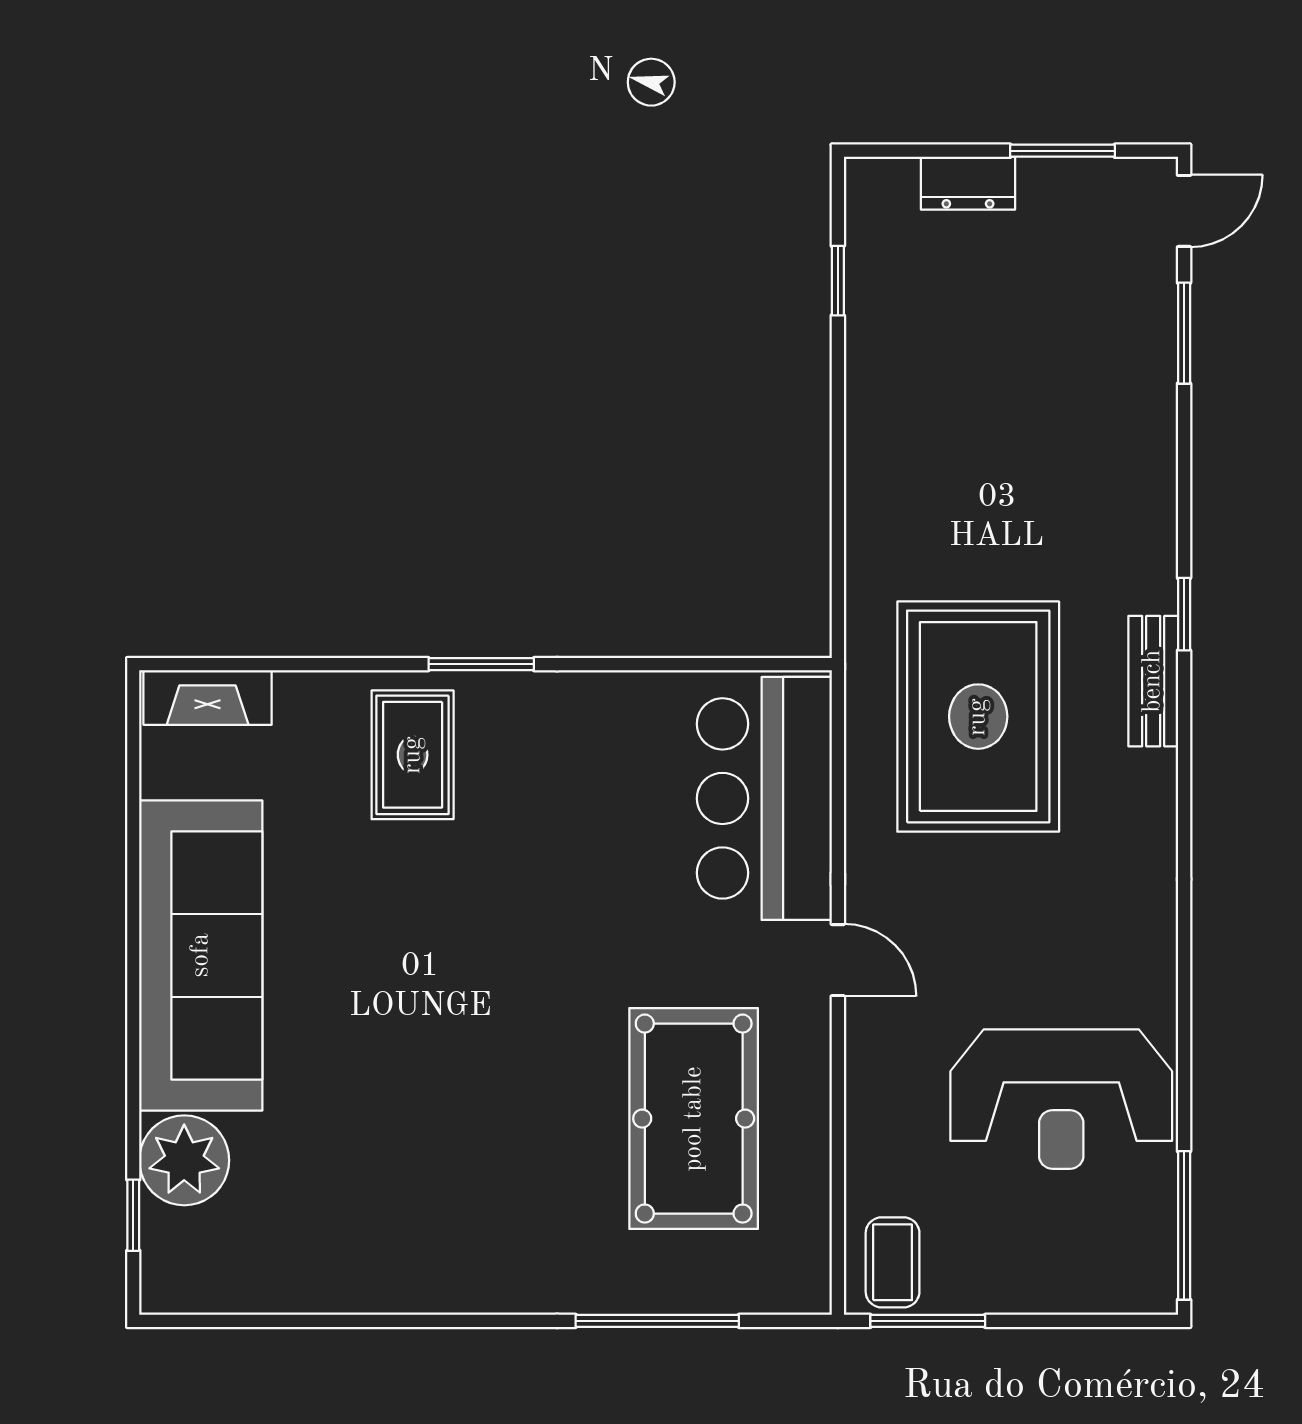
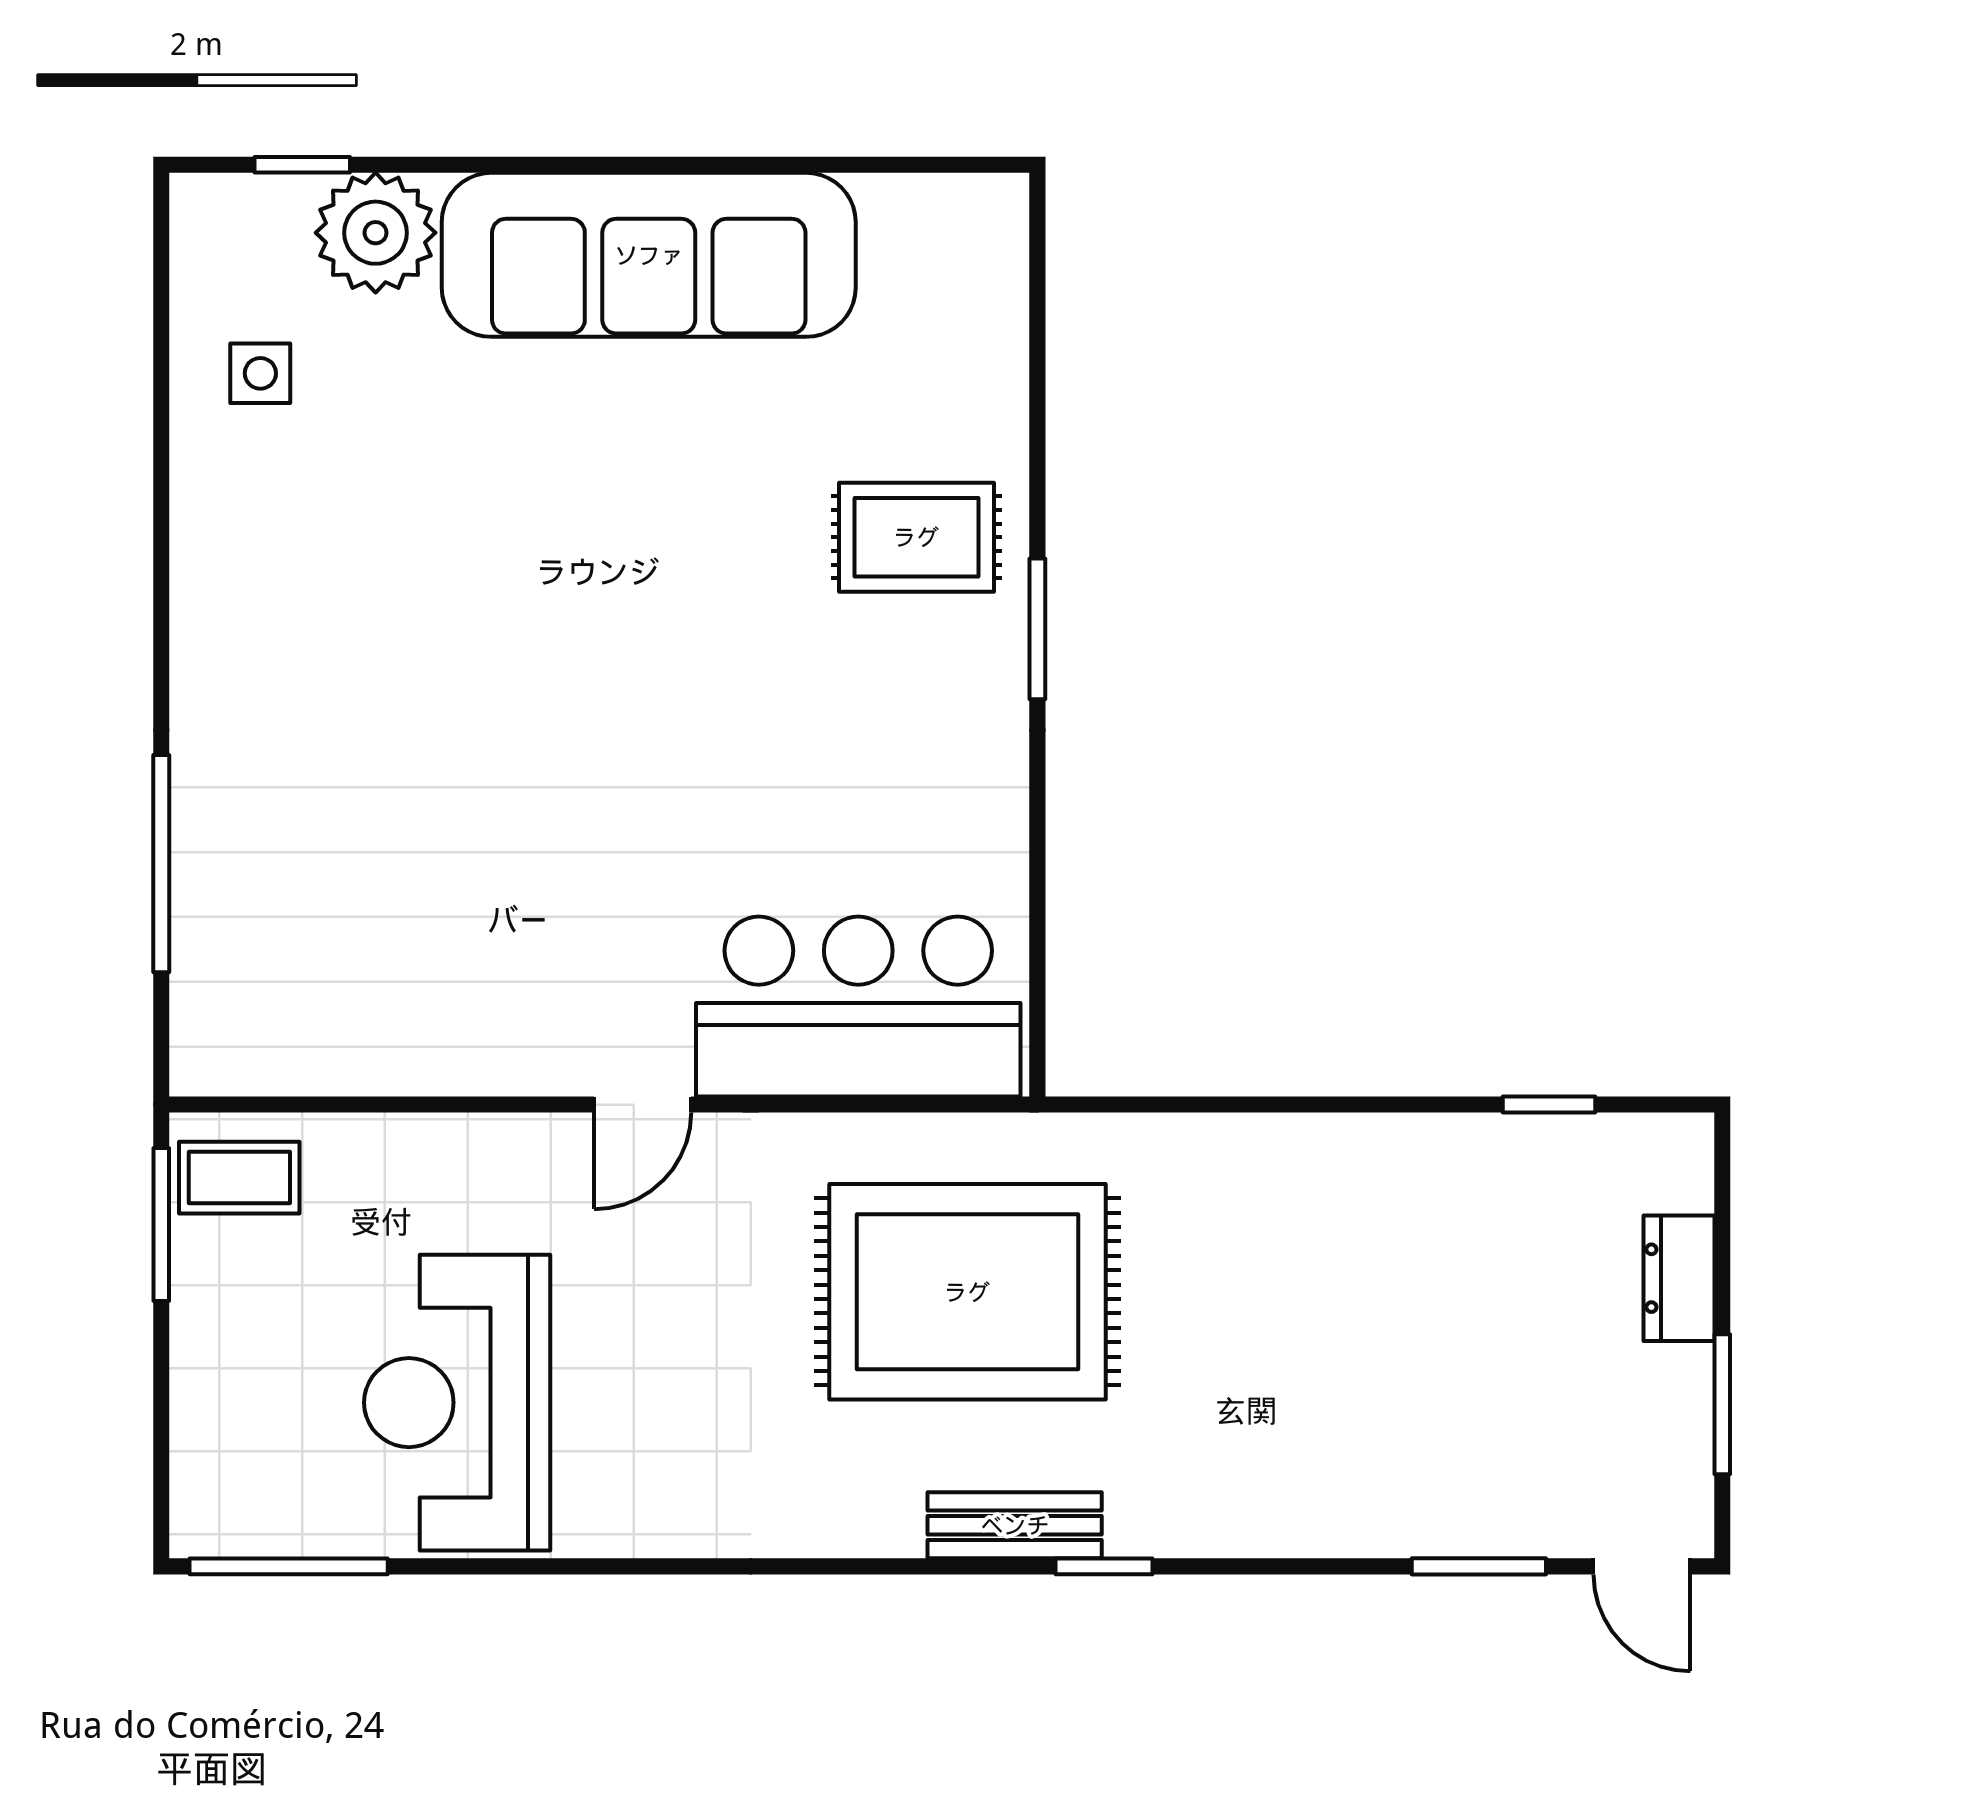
fireplace: (208, 697) -> (993, 264), removed
pool table: (694, 1119) -> (431, 912), removed
side table: (290, 1247) -> (260, 373), added

